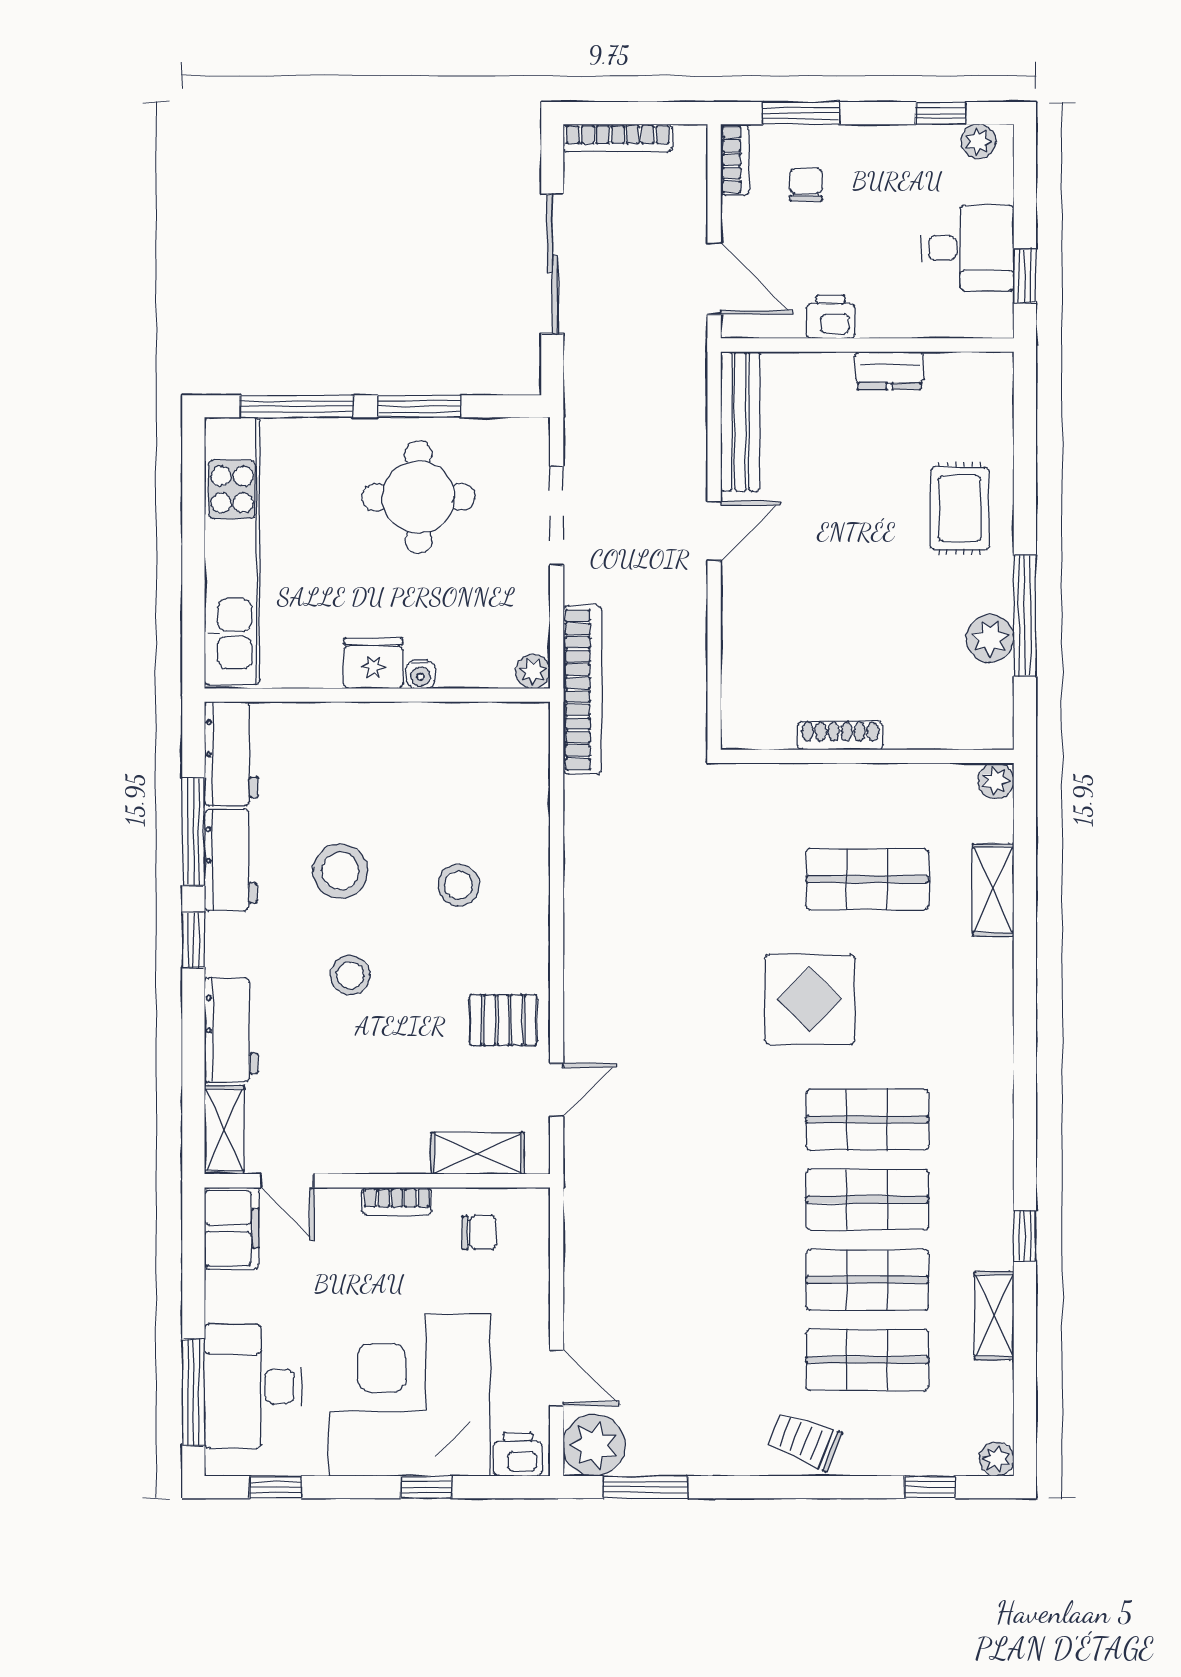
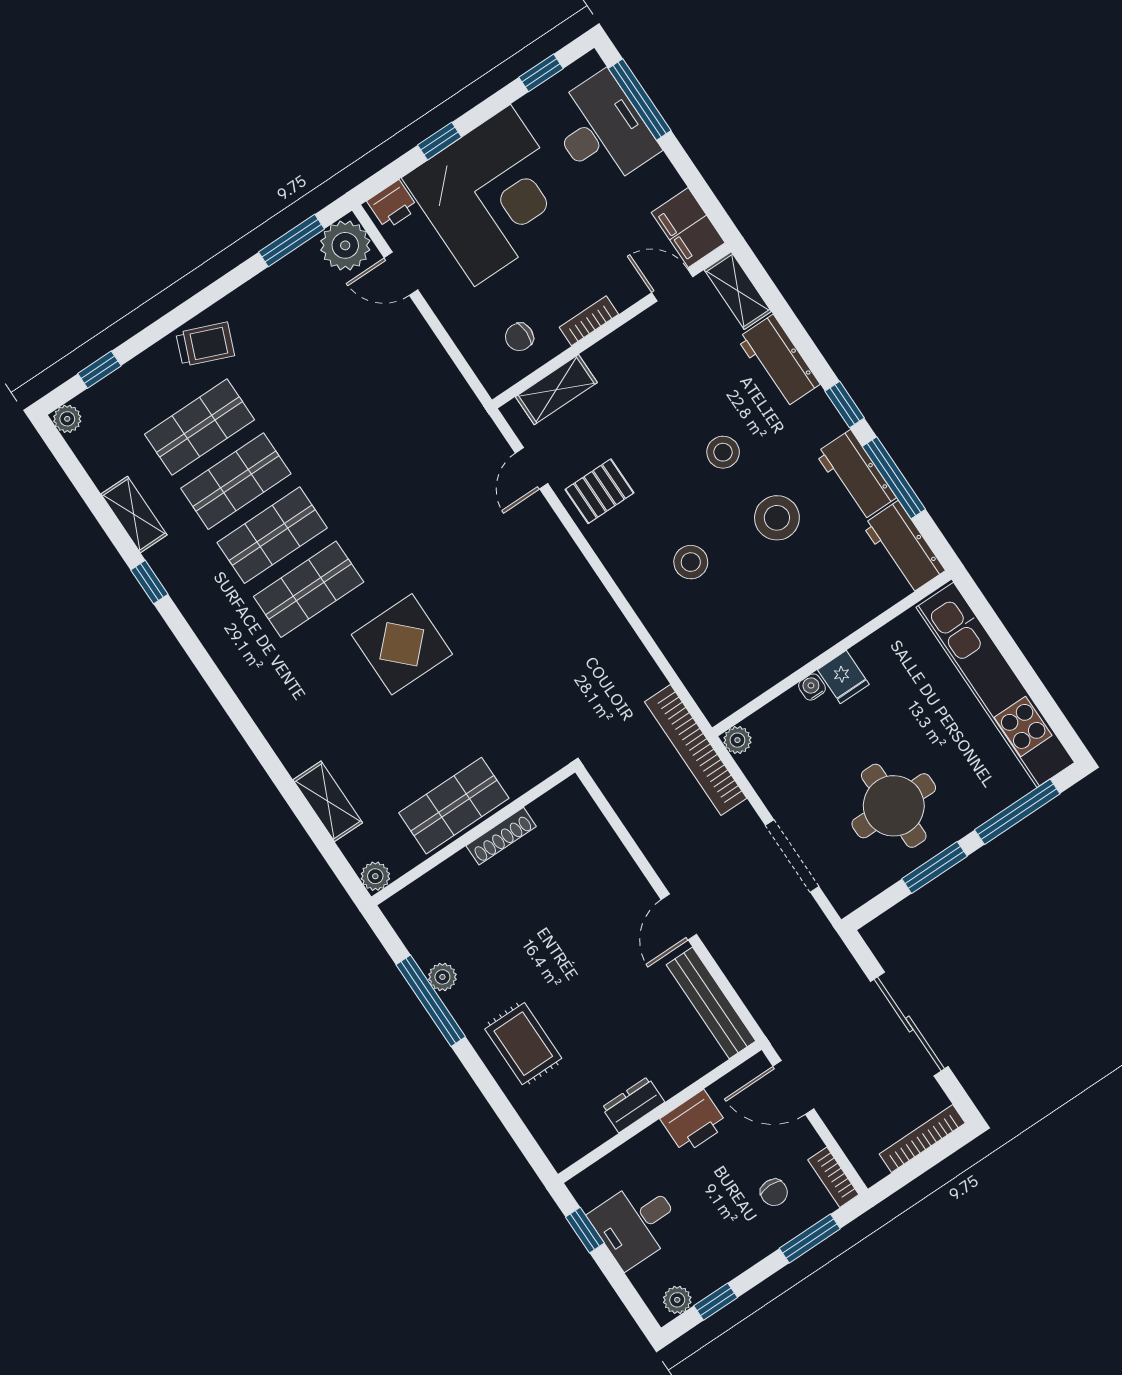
printer: (831, 317) -> (694, 1122), width x1.36, depth x1.24
plant: (990, 638) -> (442, 977), width x0.73, depth x0.73
fridge: (373, 663) -> (843, 677), width x0.72
shop shelf: (867, 879) -> (454, 806), moved

